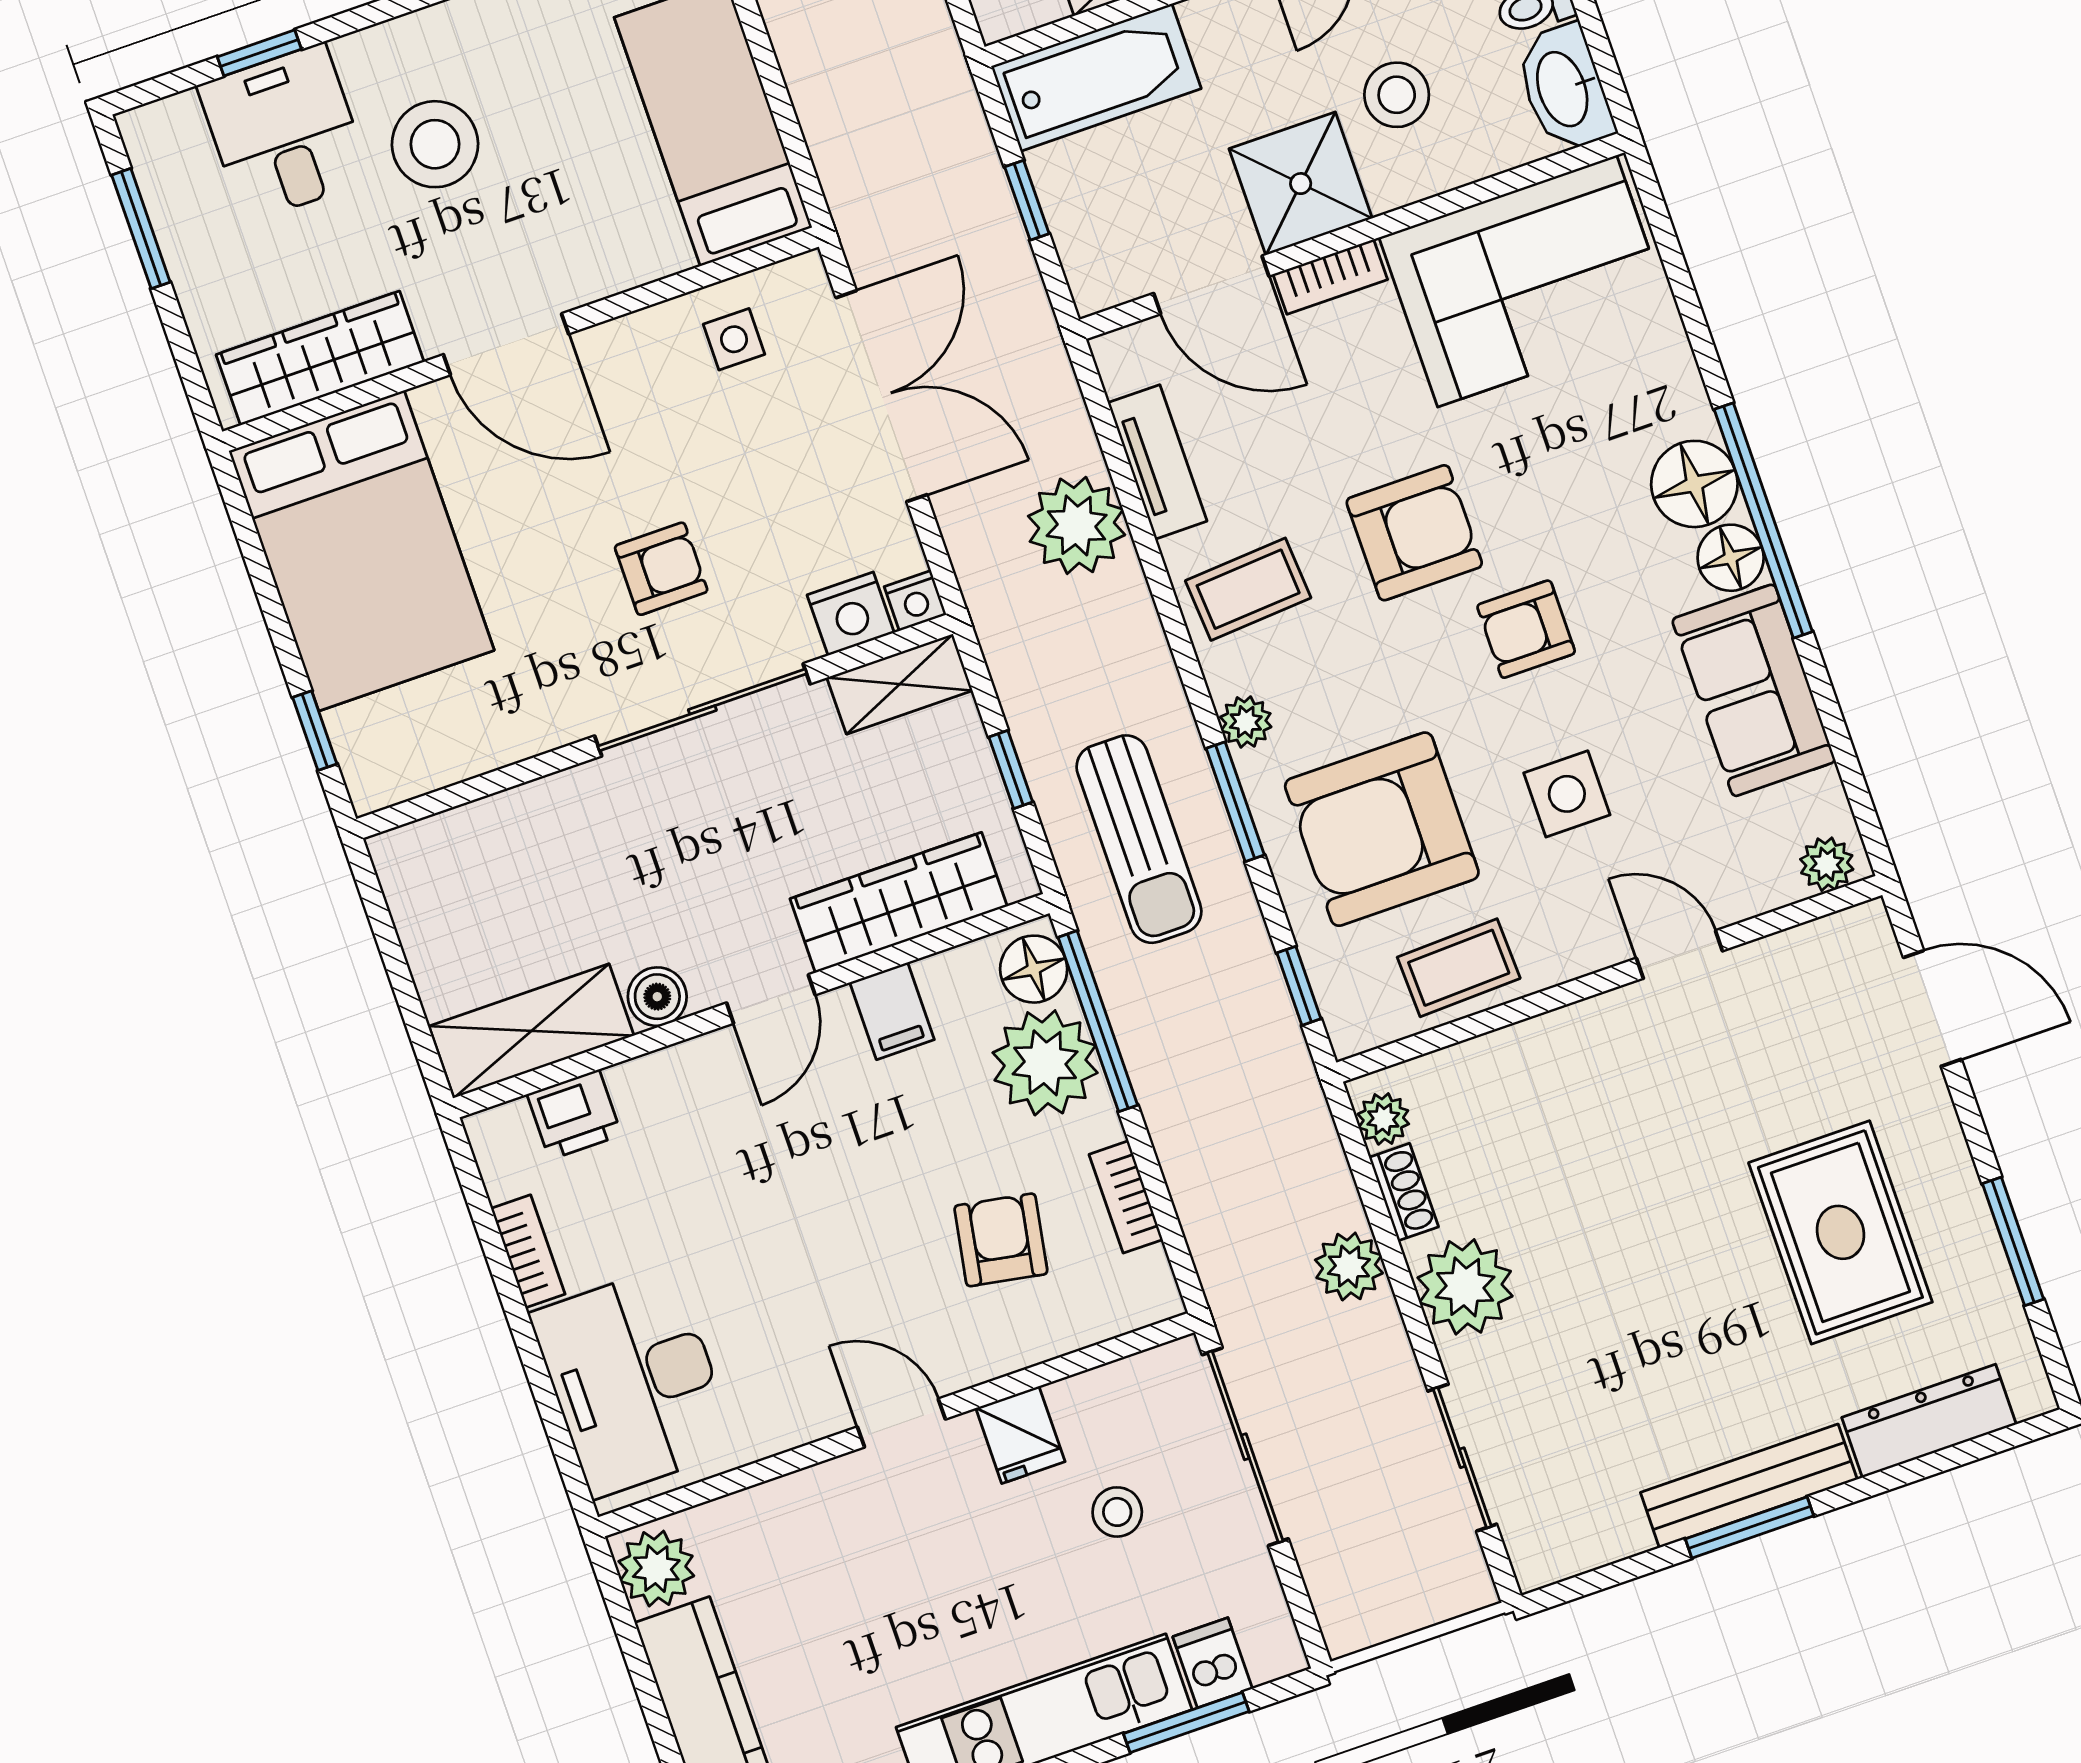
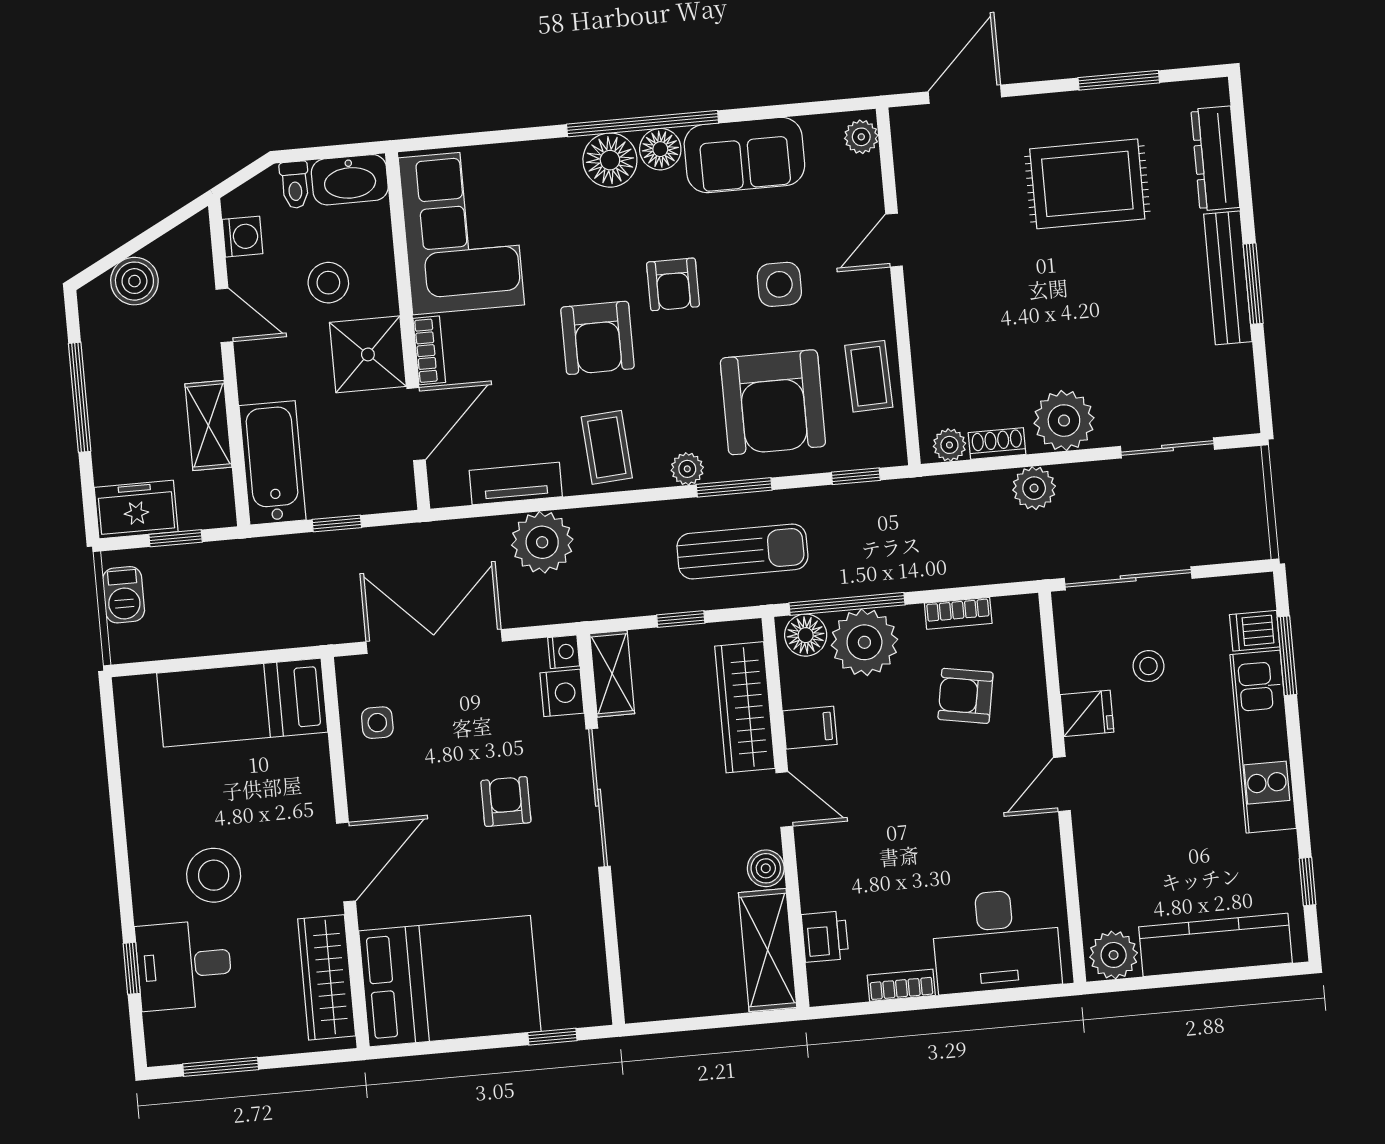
armchair: (1414, 533) -> (597, 338), turned 180

